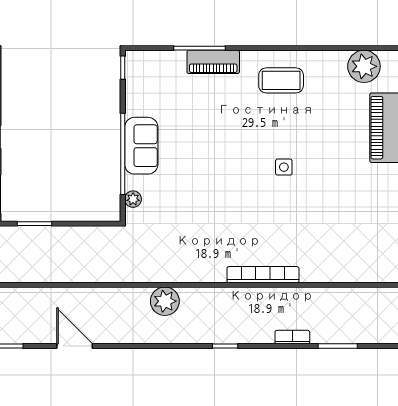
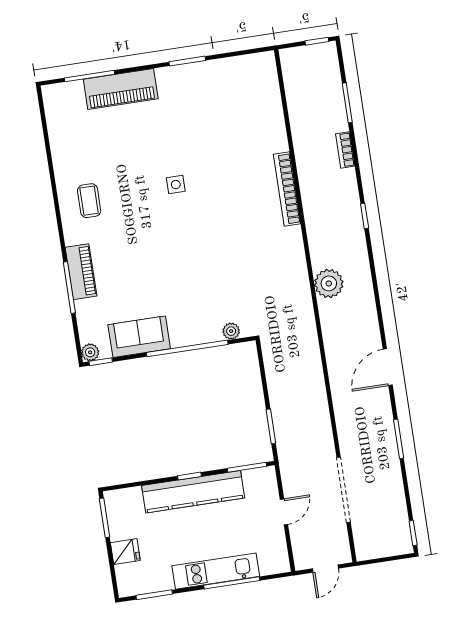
plant: (364, 66) -> (90, 352), moved, width x0.53, depth x0.53
coffee table: (281, 80) -> (89, 201), width x0.73, depth x0.77
sofa: (141, 146) -> (139, 337), moved

